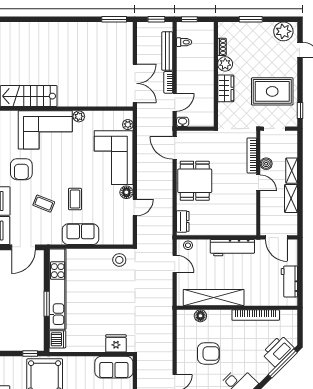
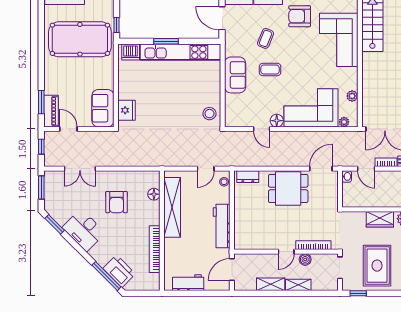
plant: (79, 116) -> (352, 96), moved

